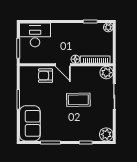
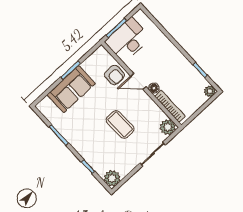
desk: (35, 35) -> (128, 40), moved, turned -90
door: (63, 65) -> (138, 81), hinge flipped
armchair: (45, 76) -> (114, 75), turned 180
sofa: (30, 123) -> (71, 89), moved

